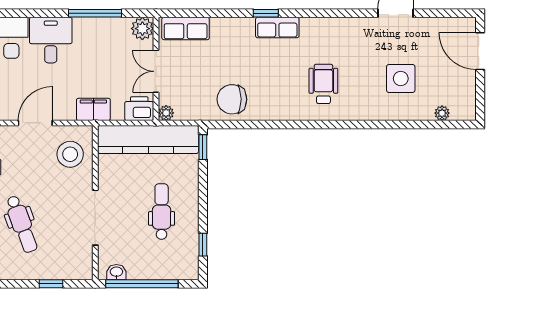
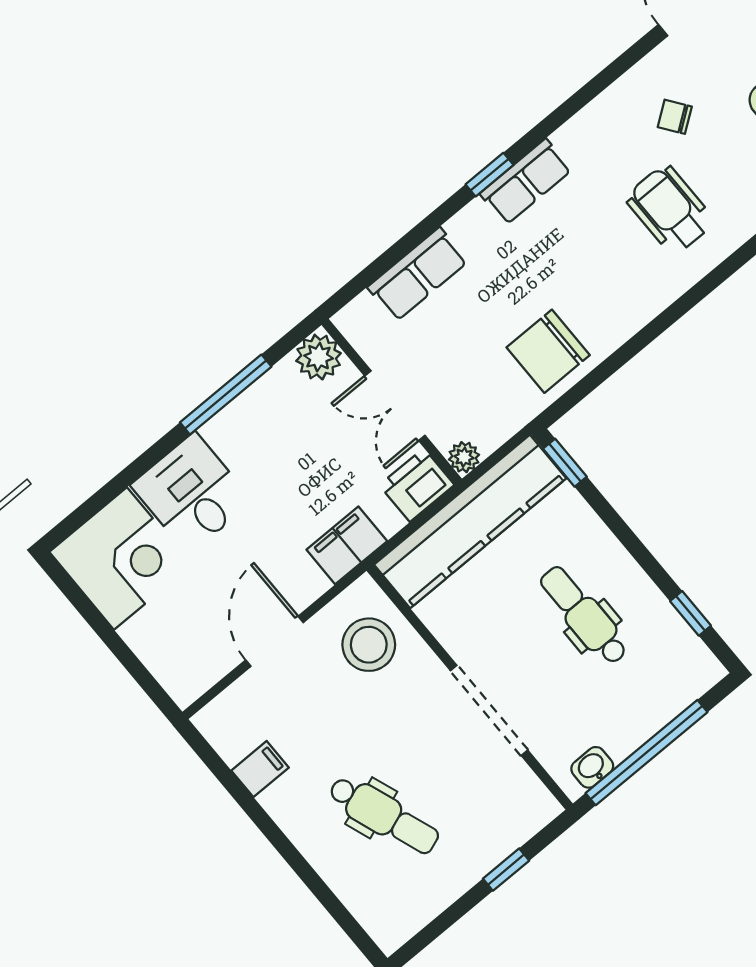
row of seats: (186, 29) -> (418, 274), moved
chair: (355, 50) -> (675, 117), added

